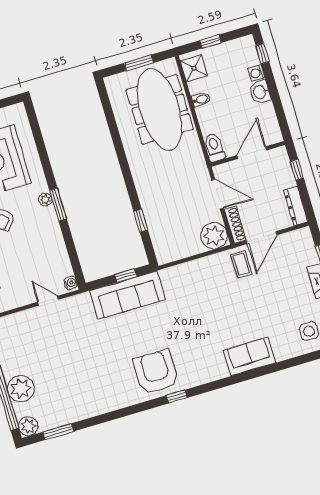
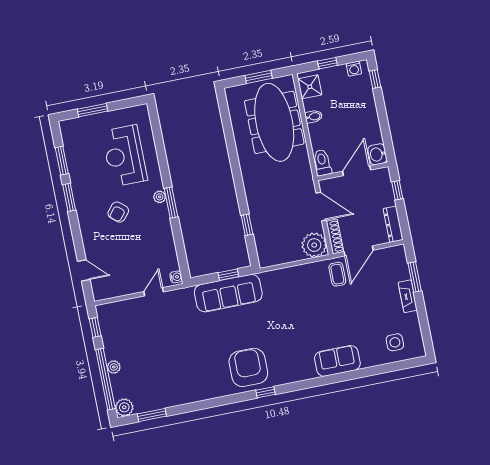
washing machine: (257, 73) -> (354, 69), moved, turned -90
washbasin: (260, 92) -> (377, 154), moved
door: (48, 301) -> (154, 292), hinge flipped
plant: (21, 389) -> (114, 367), width x0.53, depth x0.53

